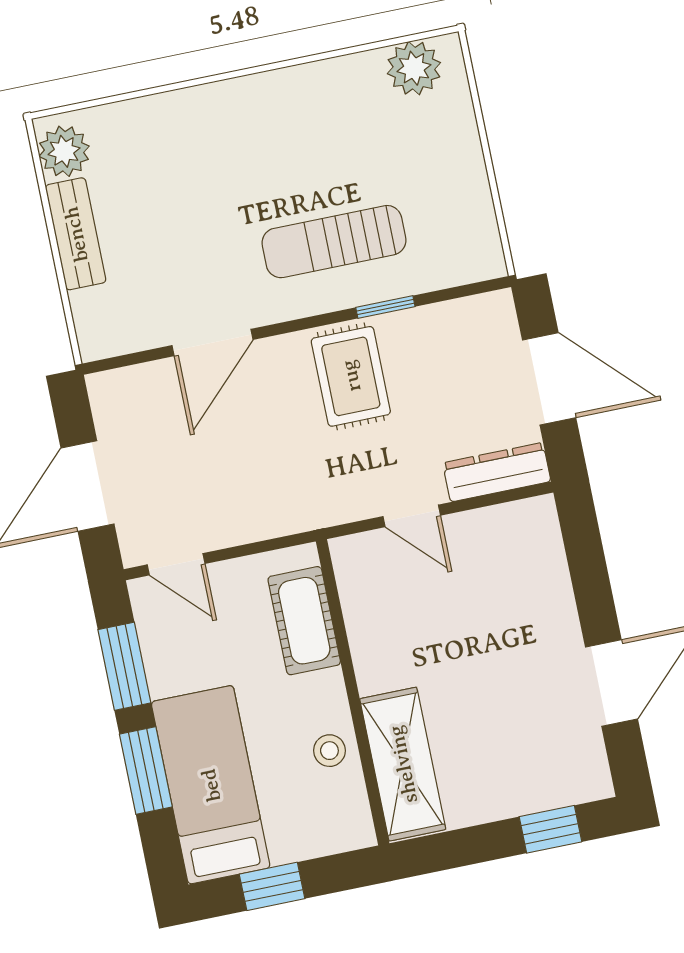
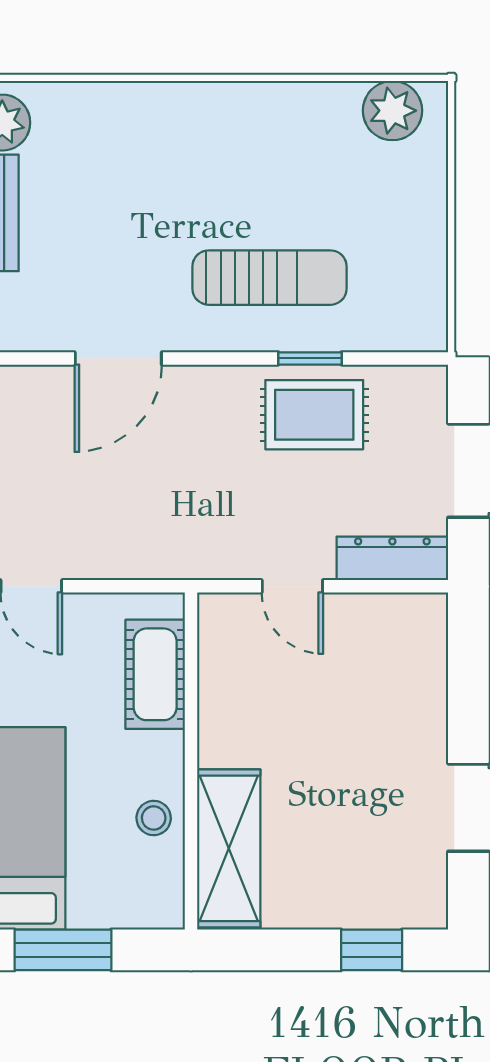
sun lounger: (334, 242) -> (270, 278), turned 180
rug: (351, 376) -> (314, 415), moved, turned 90
window: (272, 886) -> (63, 950), width x1.50

